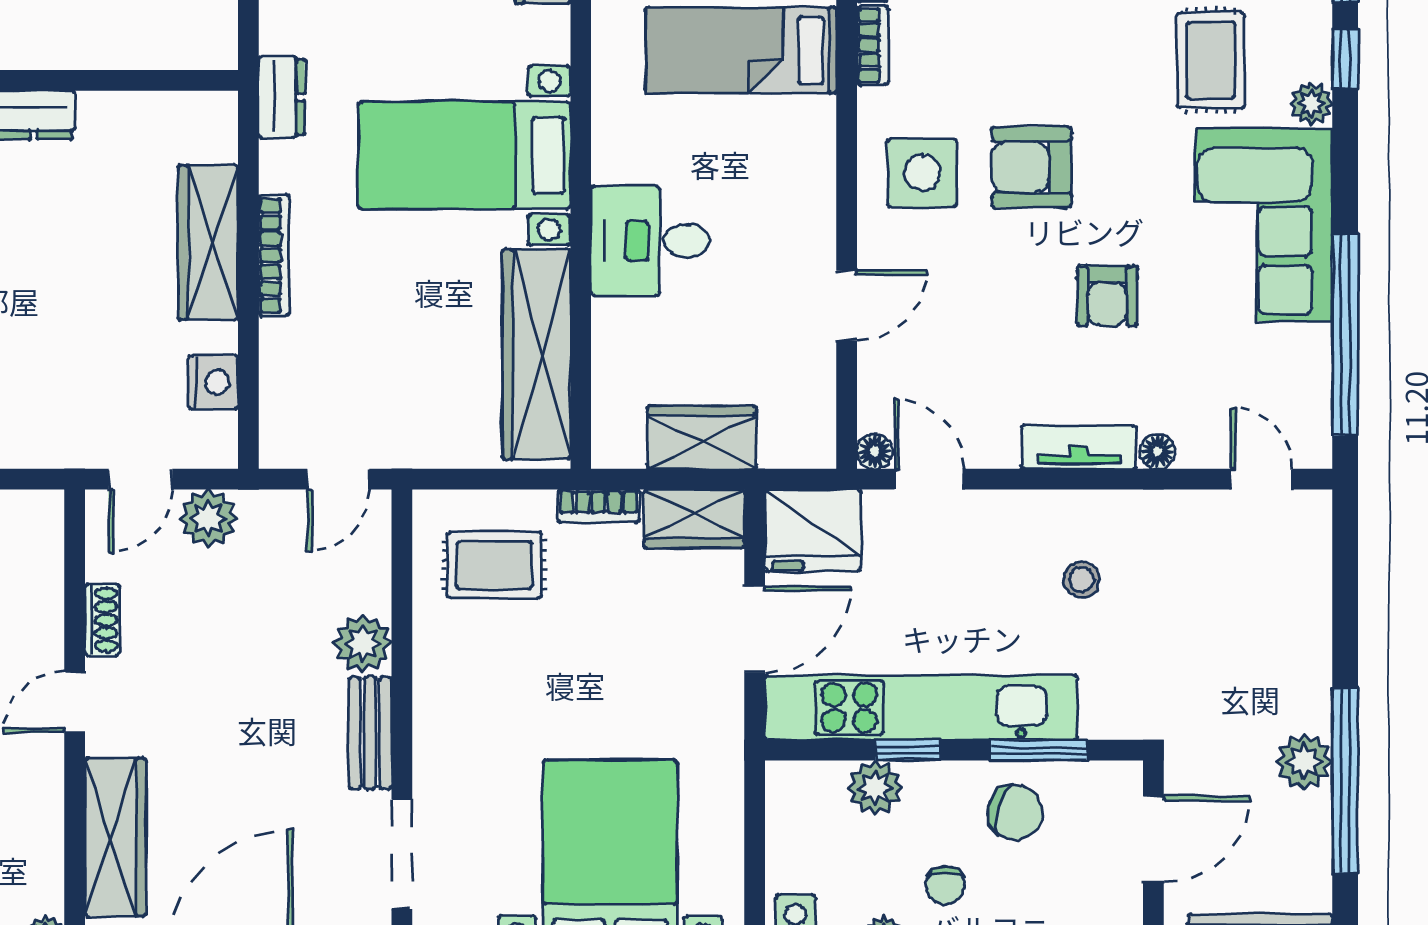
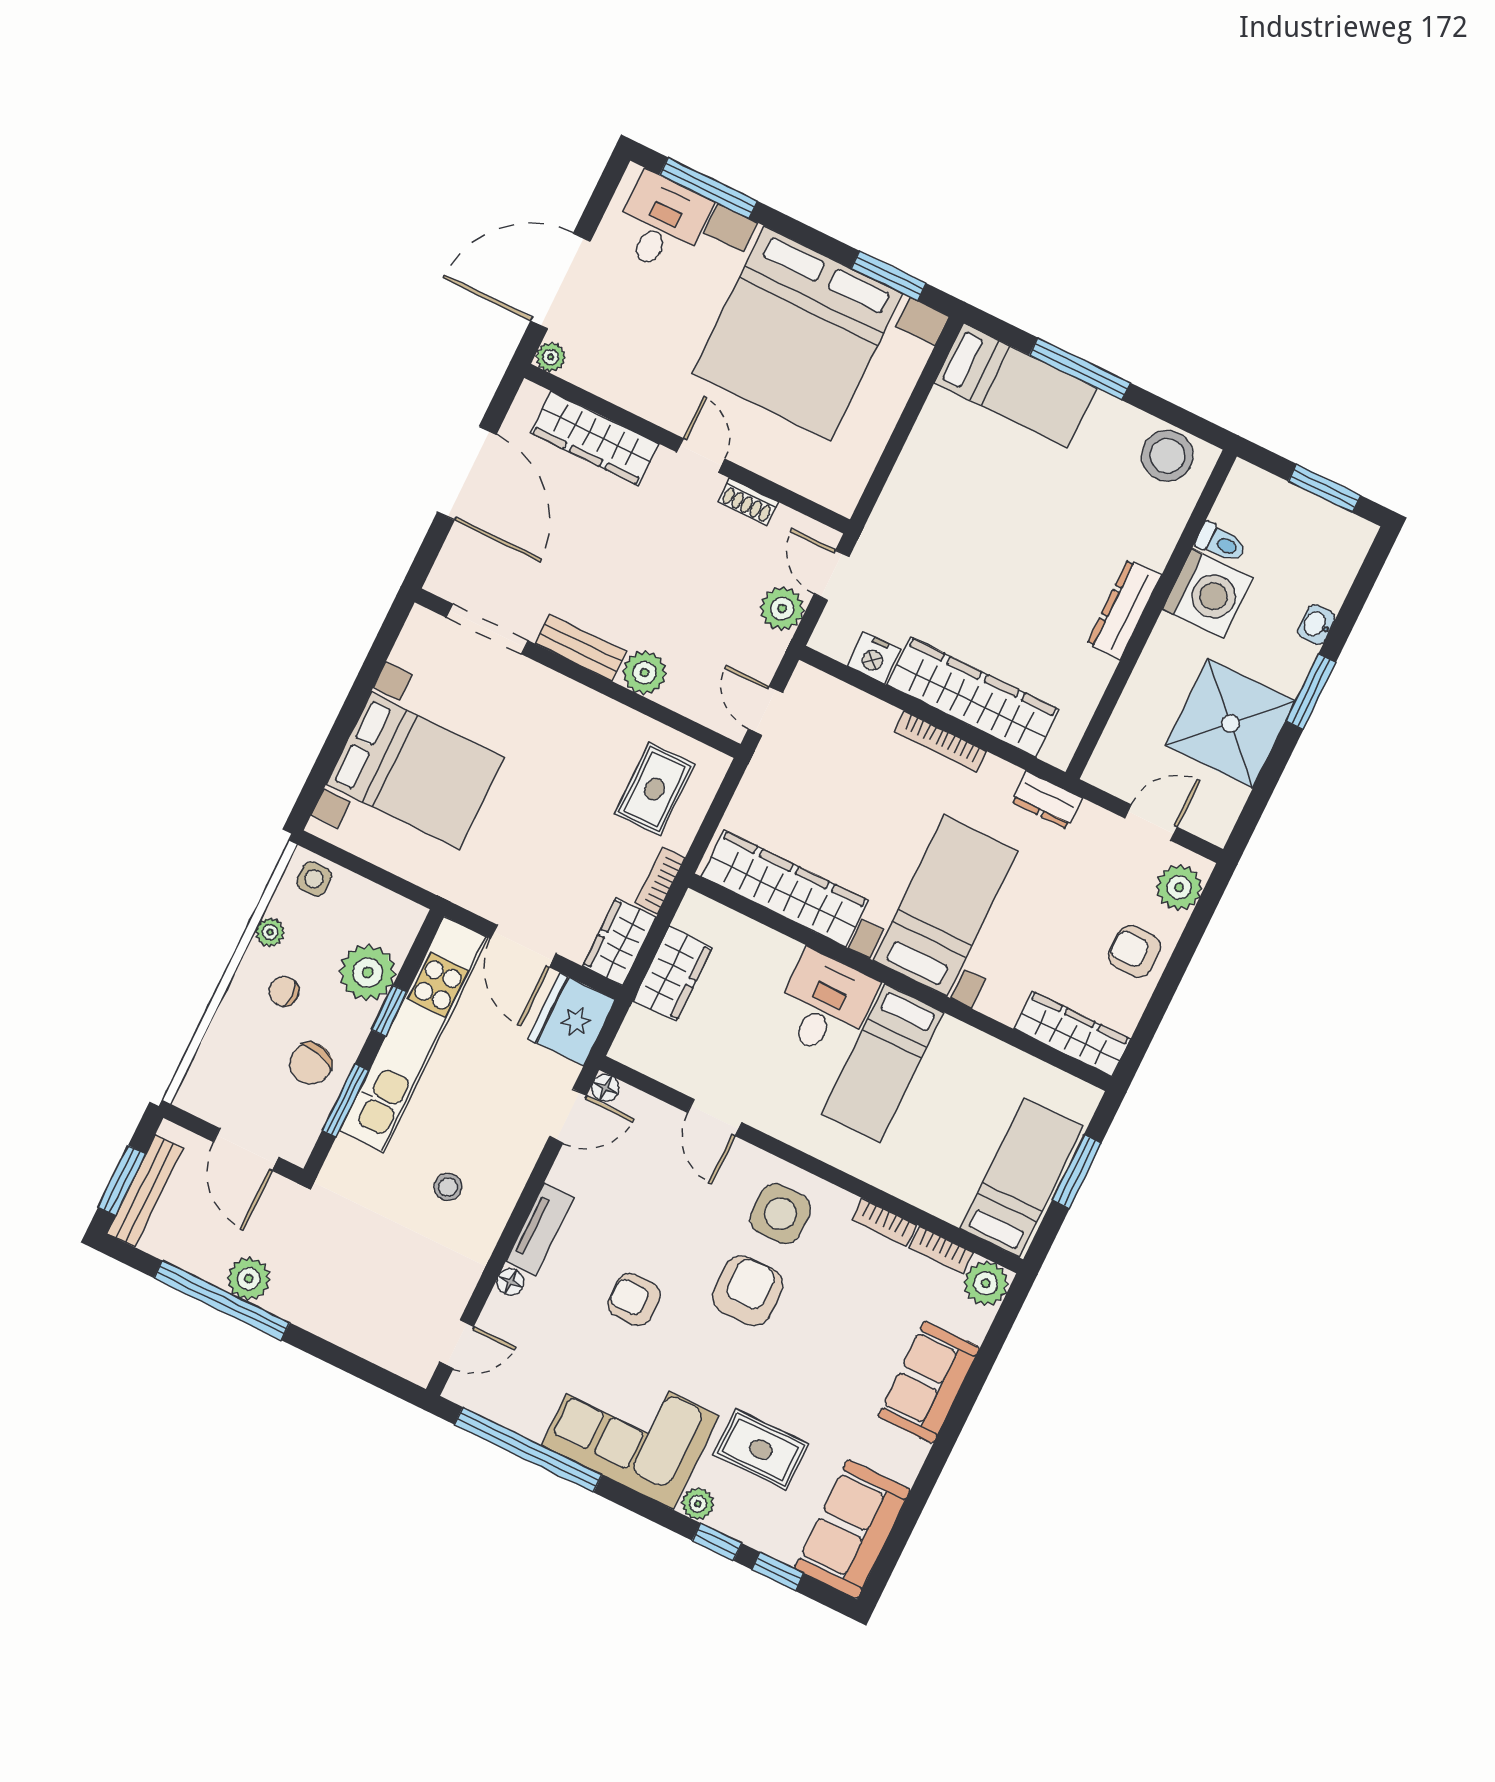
bed: (741, 51) -> (882, 1063), moved, turned 180
wardrobe: (208, 242) -> (973, 697), width x1.40, depth x1.17
plant: (875, 788) -> (368, 973), width x1.36, depth x1.36

